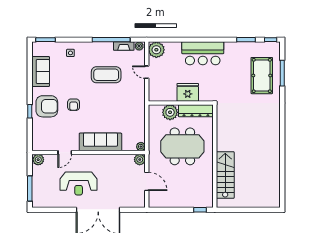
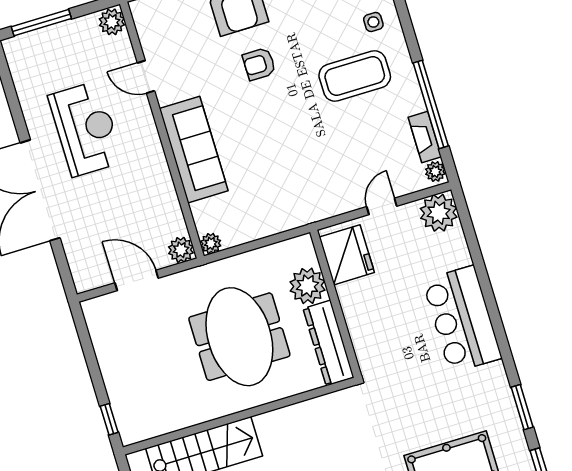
coffee table: (106, 75) -> (355, 76), moved, turned 90
fridge: (188, 92) -> (347, 255), moved
door: (147, 181) -> (137, 280), swing flipped
reception desk: (79, 183) -> (86, 129), turned 180

